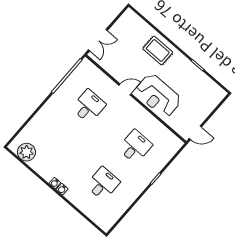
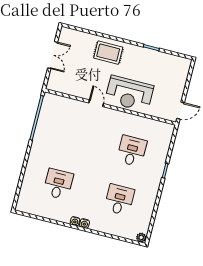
double door: (98, 40) -> (53, 55), moved
door: (125, 89) -> (96, 103), hinge flipped
desk: (89, 106) -> (58, 184), moved
plant: (26, 152) -> (141, 238), moved, width x0.53, depth x0.53

